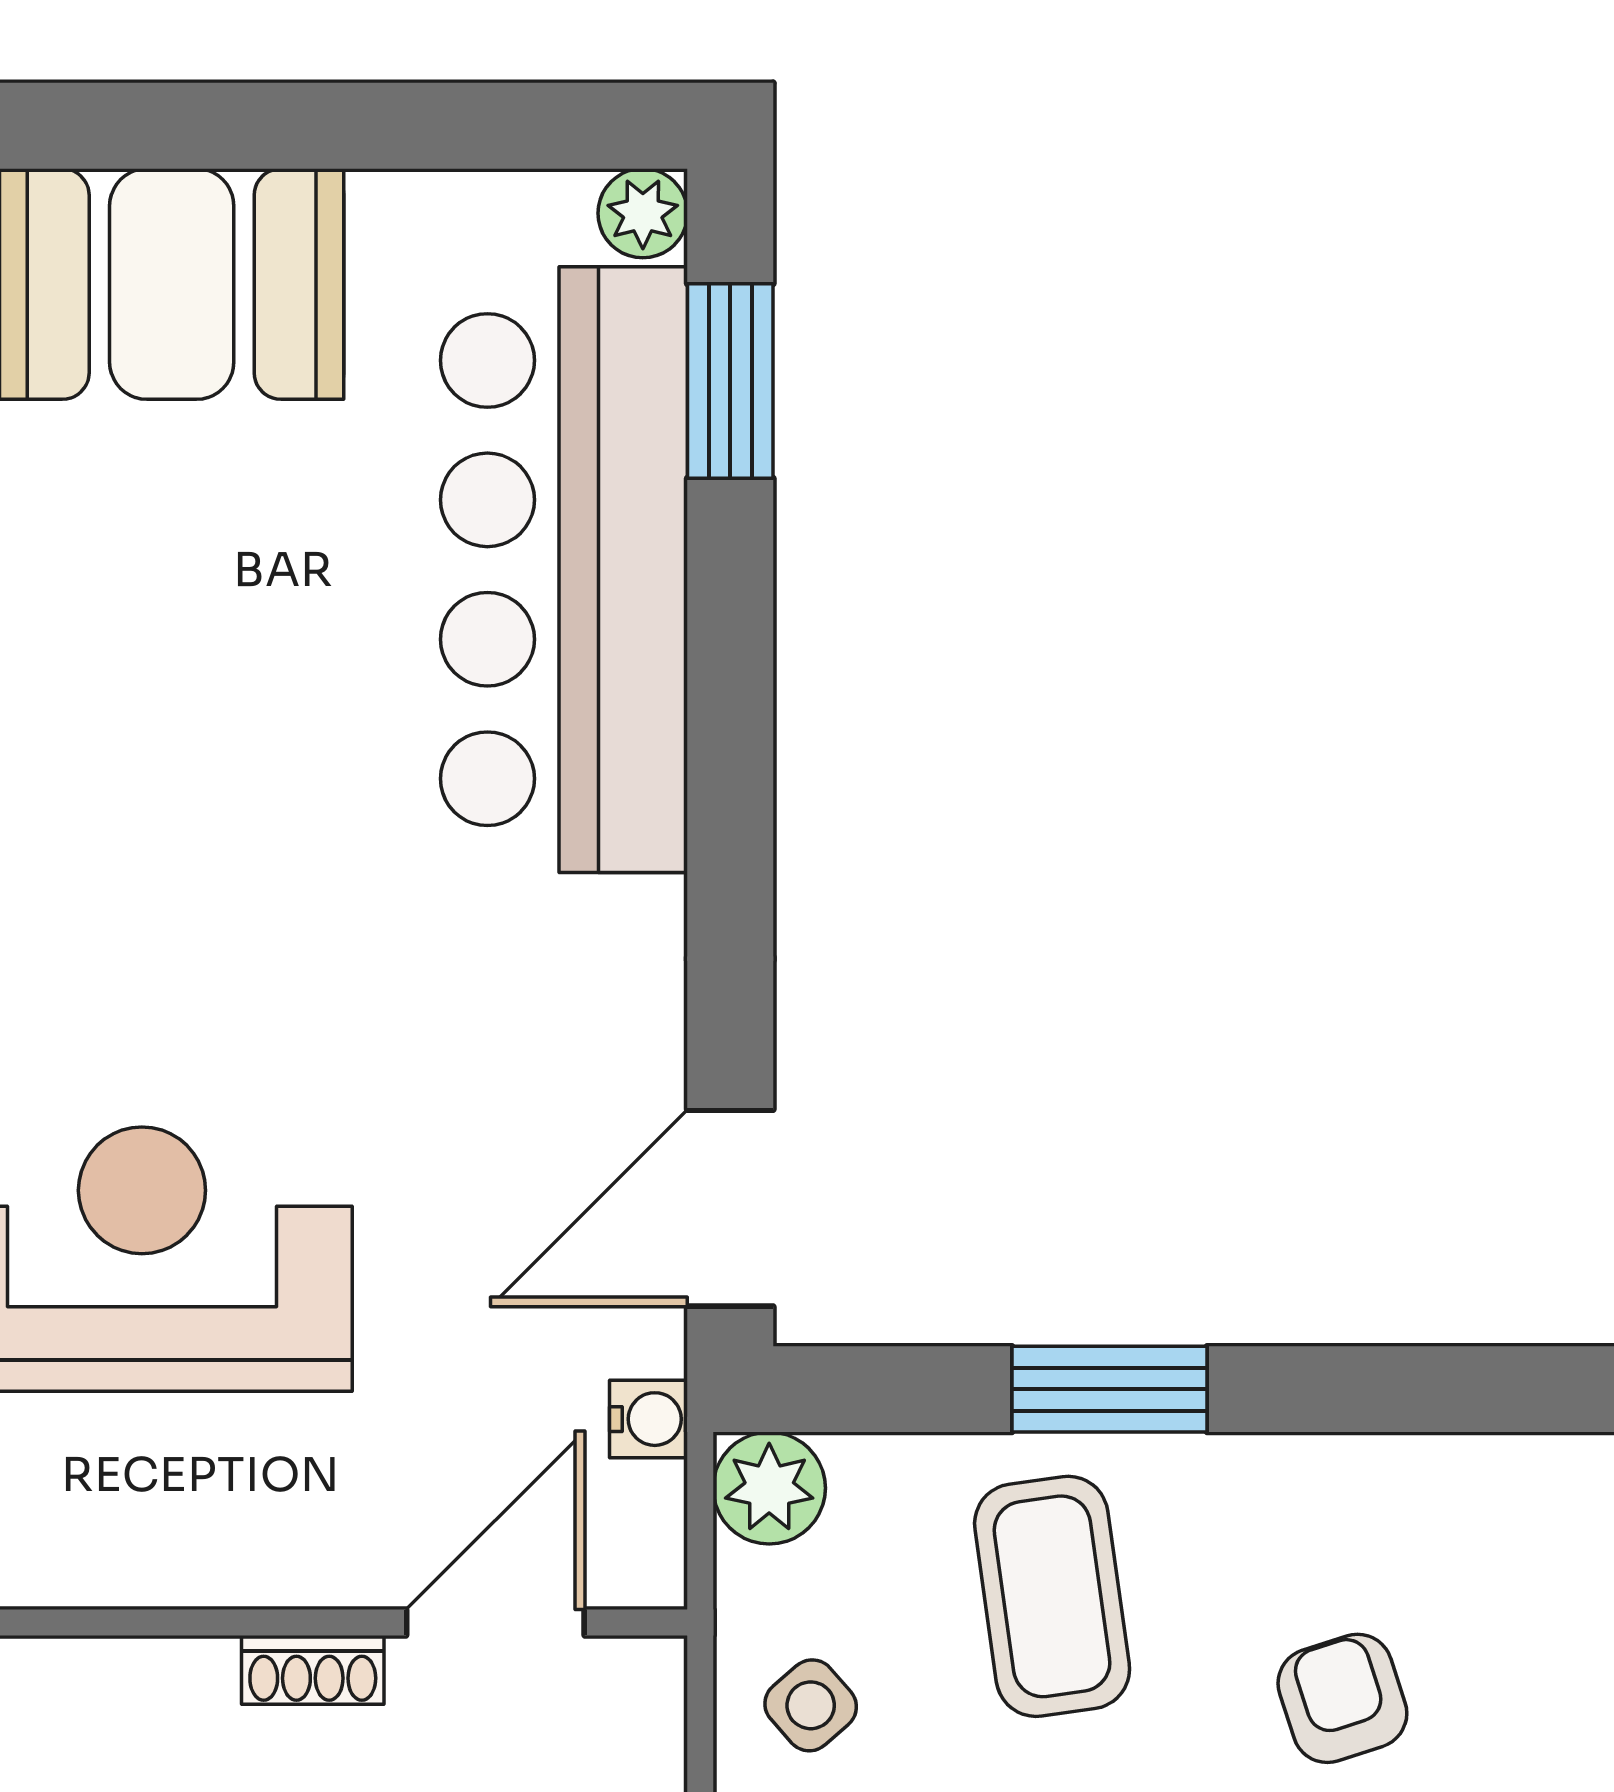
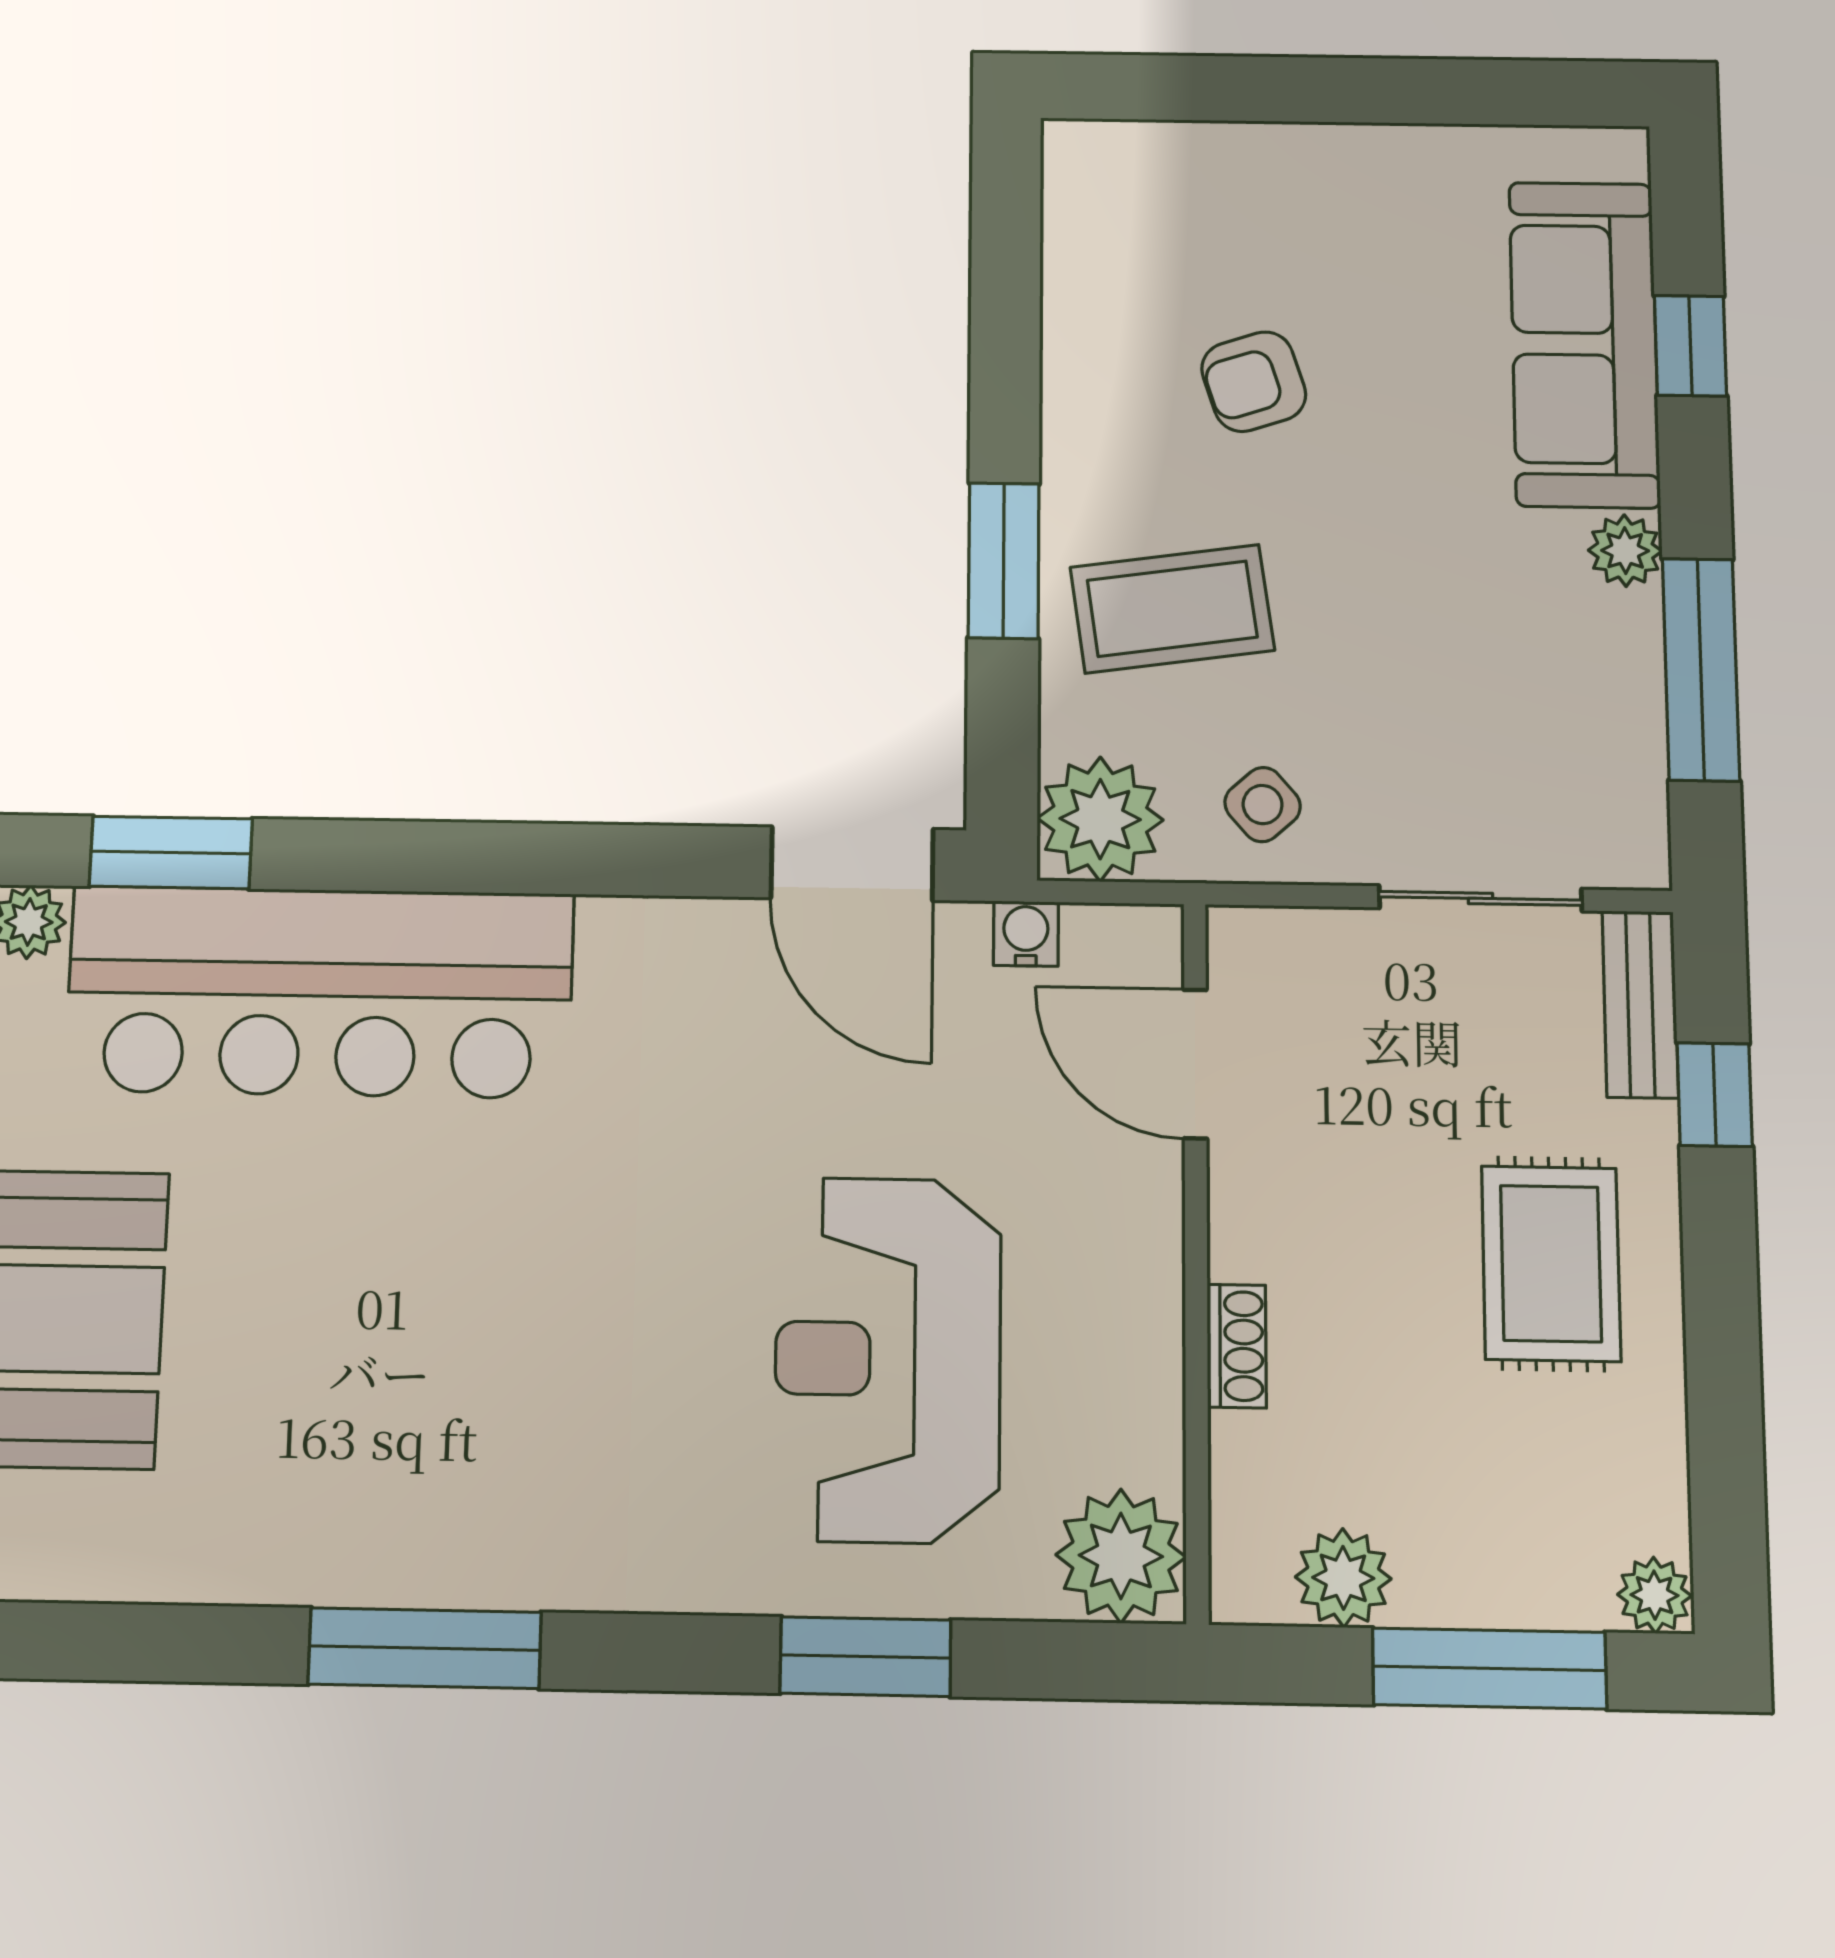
plant: (769, 1488) -> (1100, 819), width x1.36, depth x1.36
shoe rack: (313, 1670) -> (1237, 1346), moved

